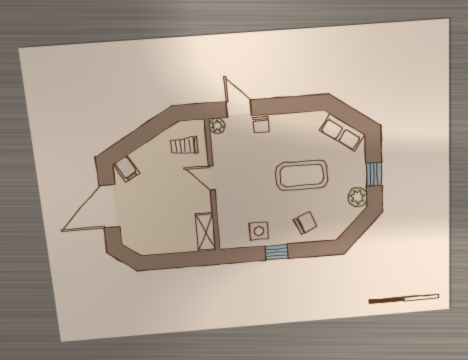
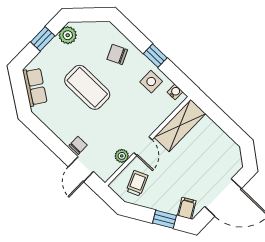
plant: (217, 126) -> (122, 156), moved
window: (133, 142) -> (165, 219), added
trolley: (185, 146) -> (137, 183), turned -113
shelving: (206, 232) -> (180, 125), width x1.50, depth x1.33
water cooler: (233, 243) -> (175, 92), added

